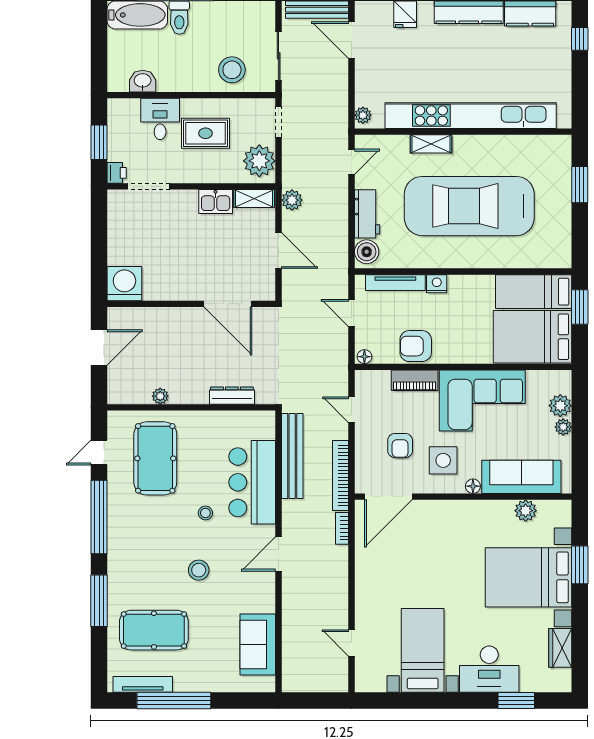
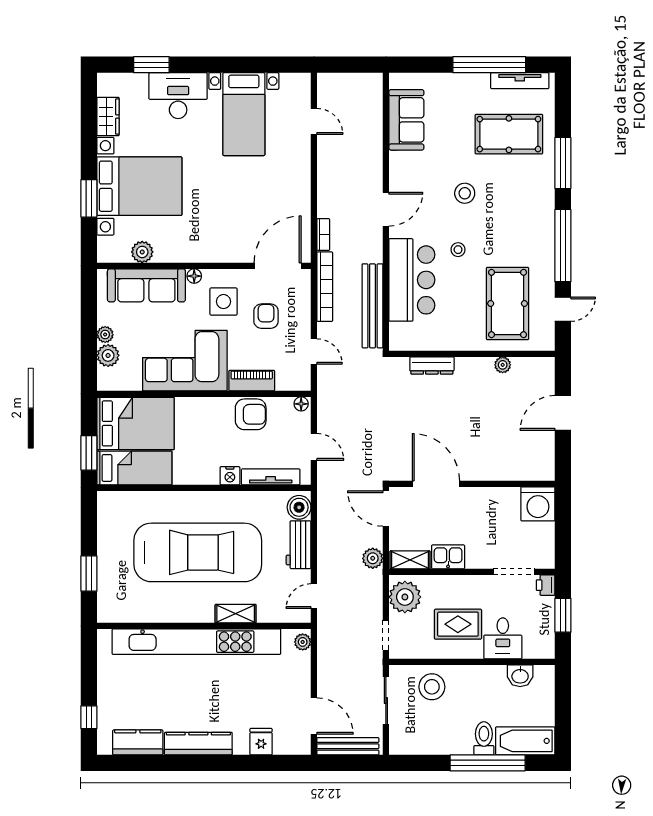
washing machine: (124, 284) -> (538, 504), moved
wall: (191, 304) -> (472, 484), moved
door: (228, 304) -> (436, 484), moved

